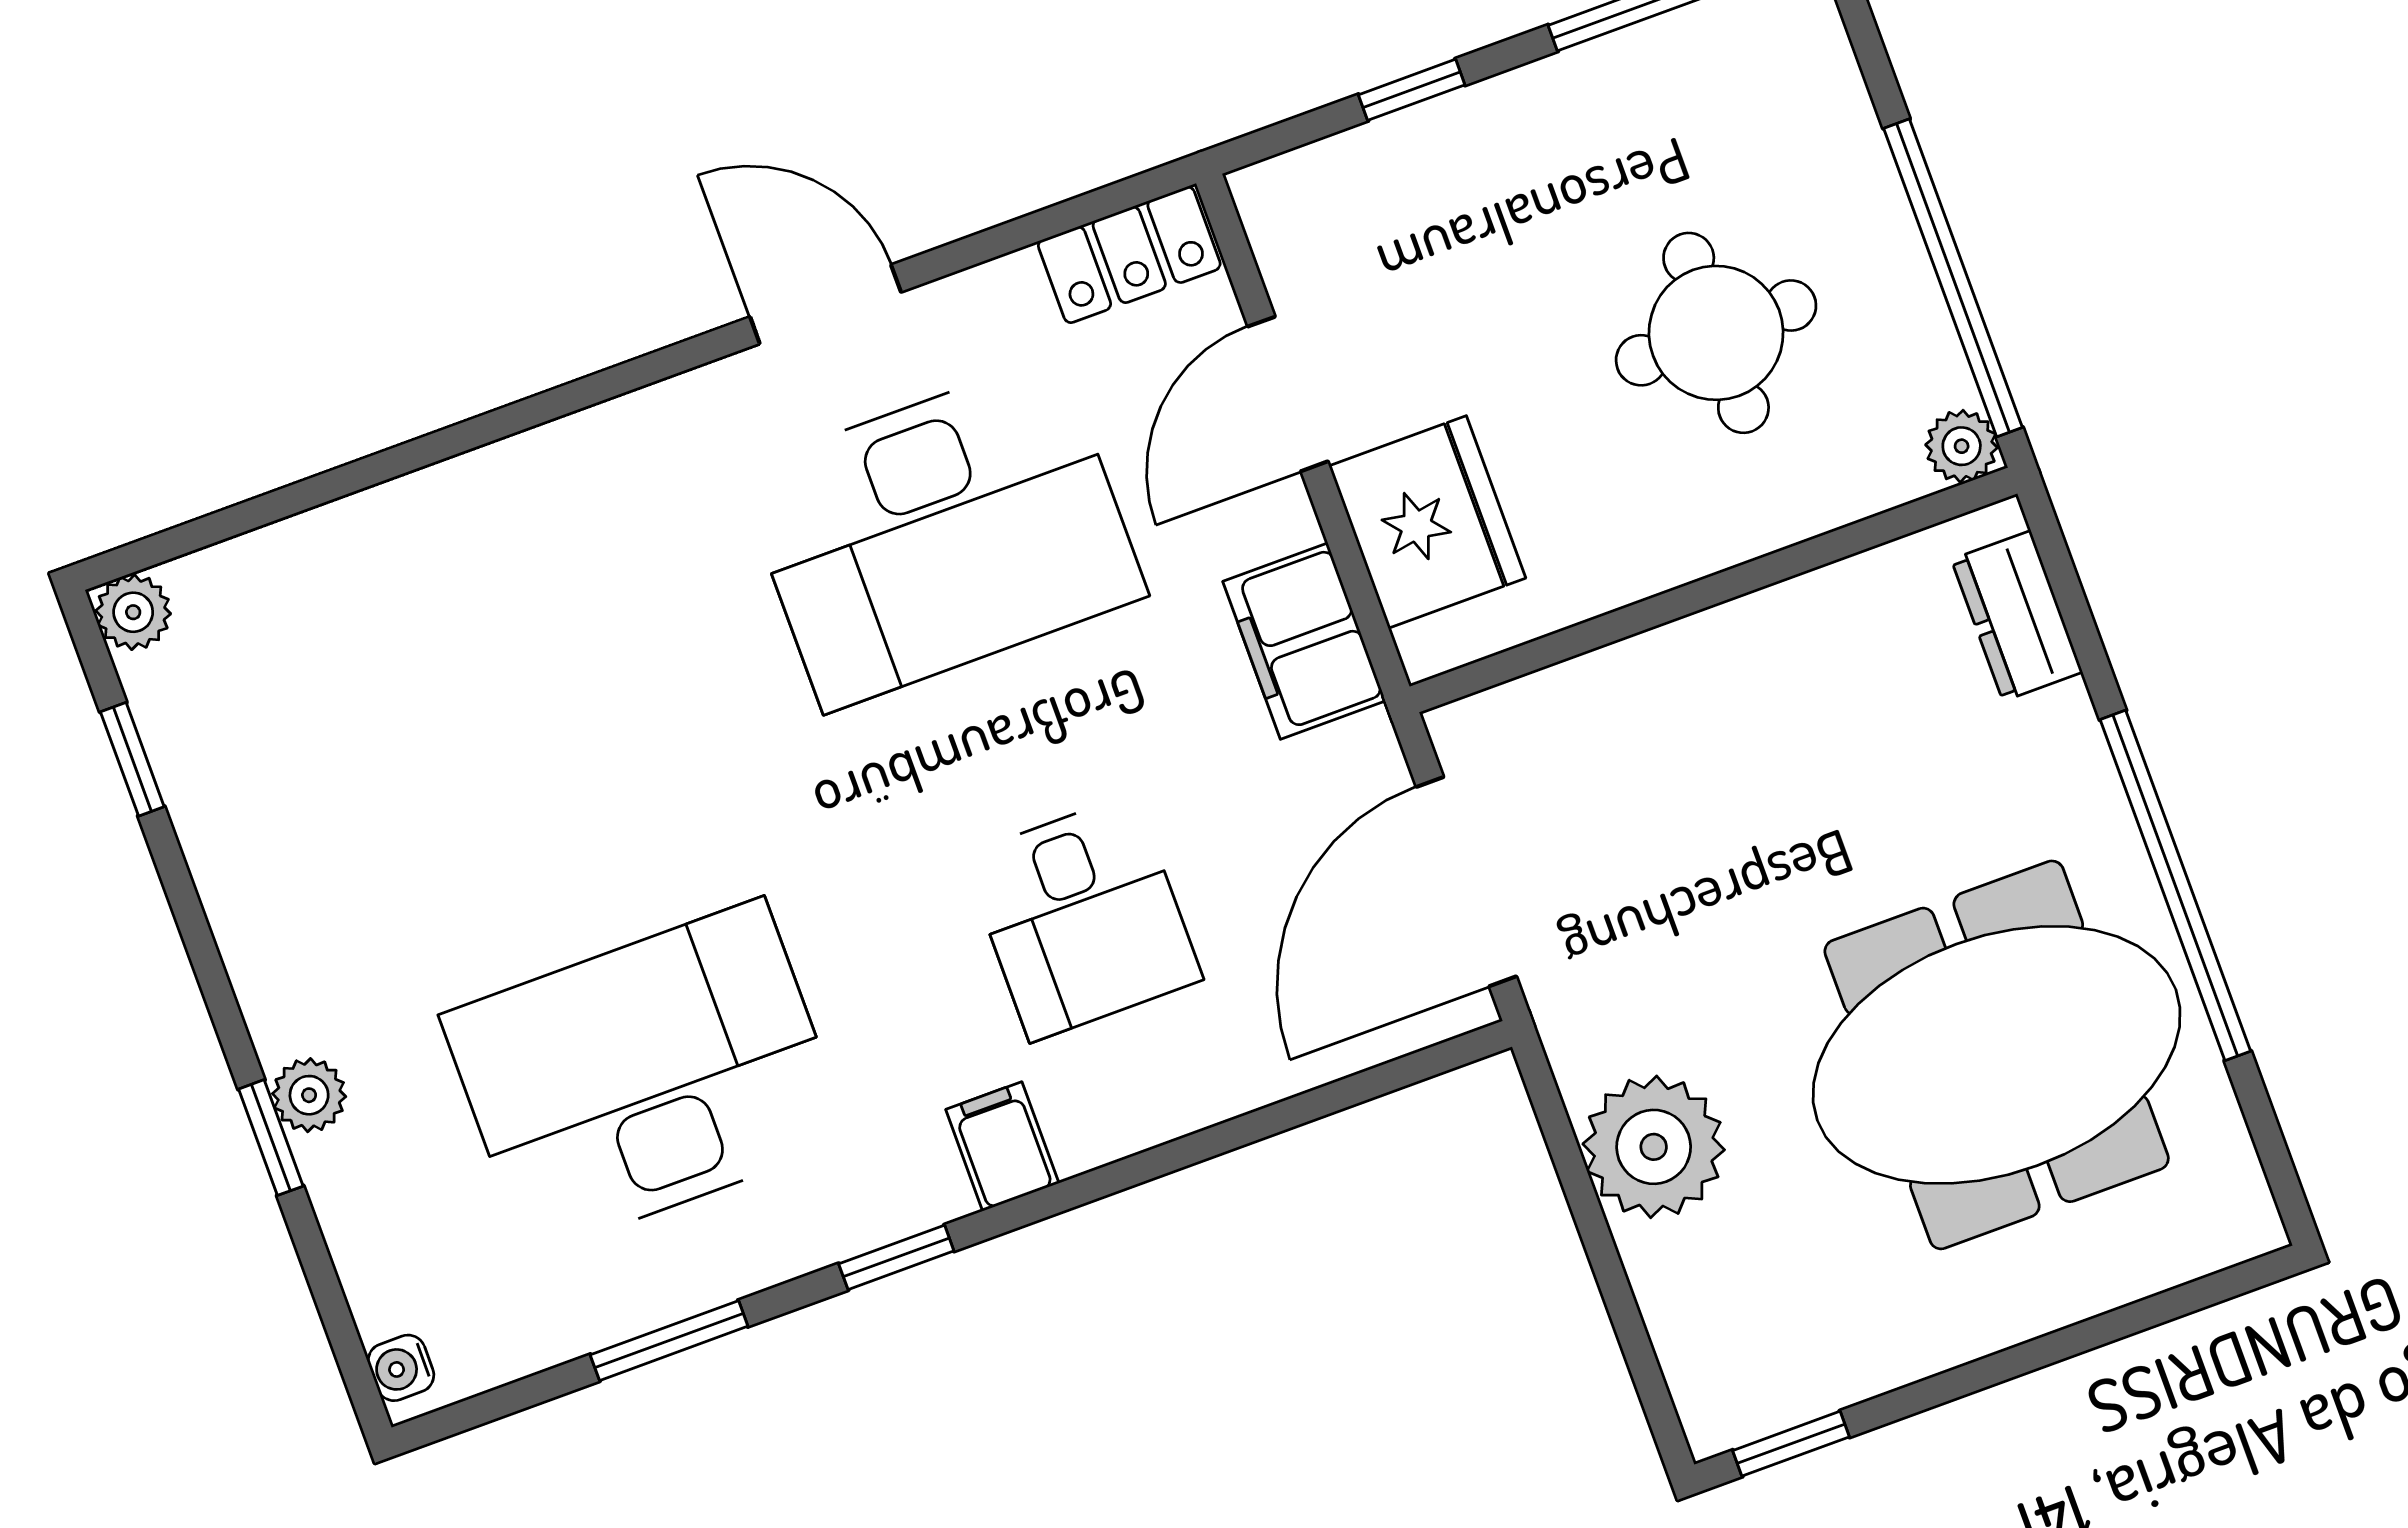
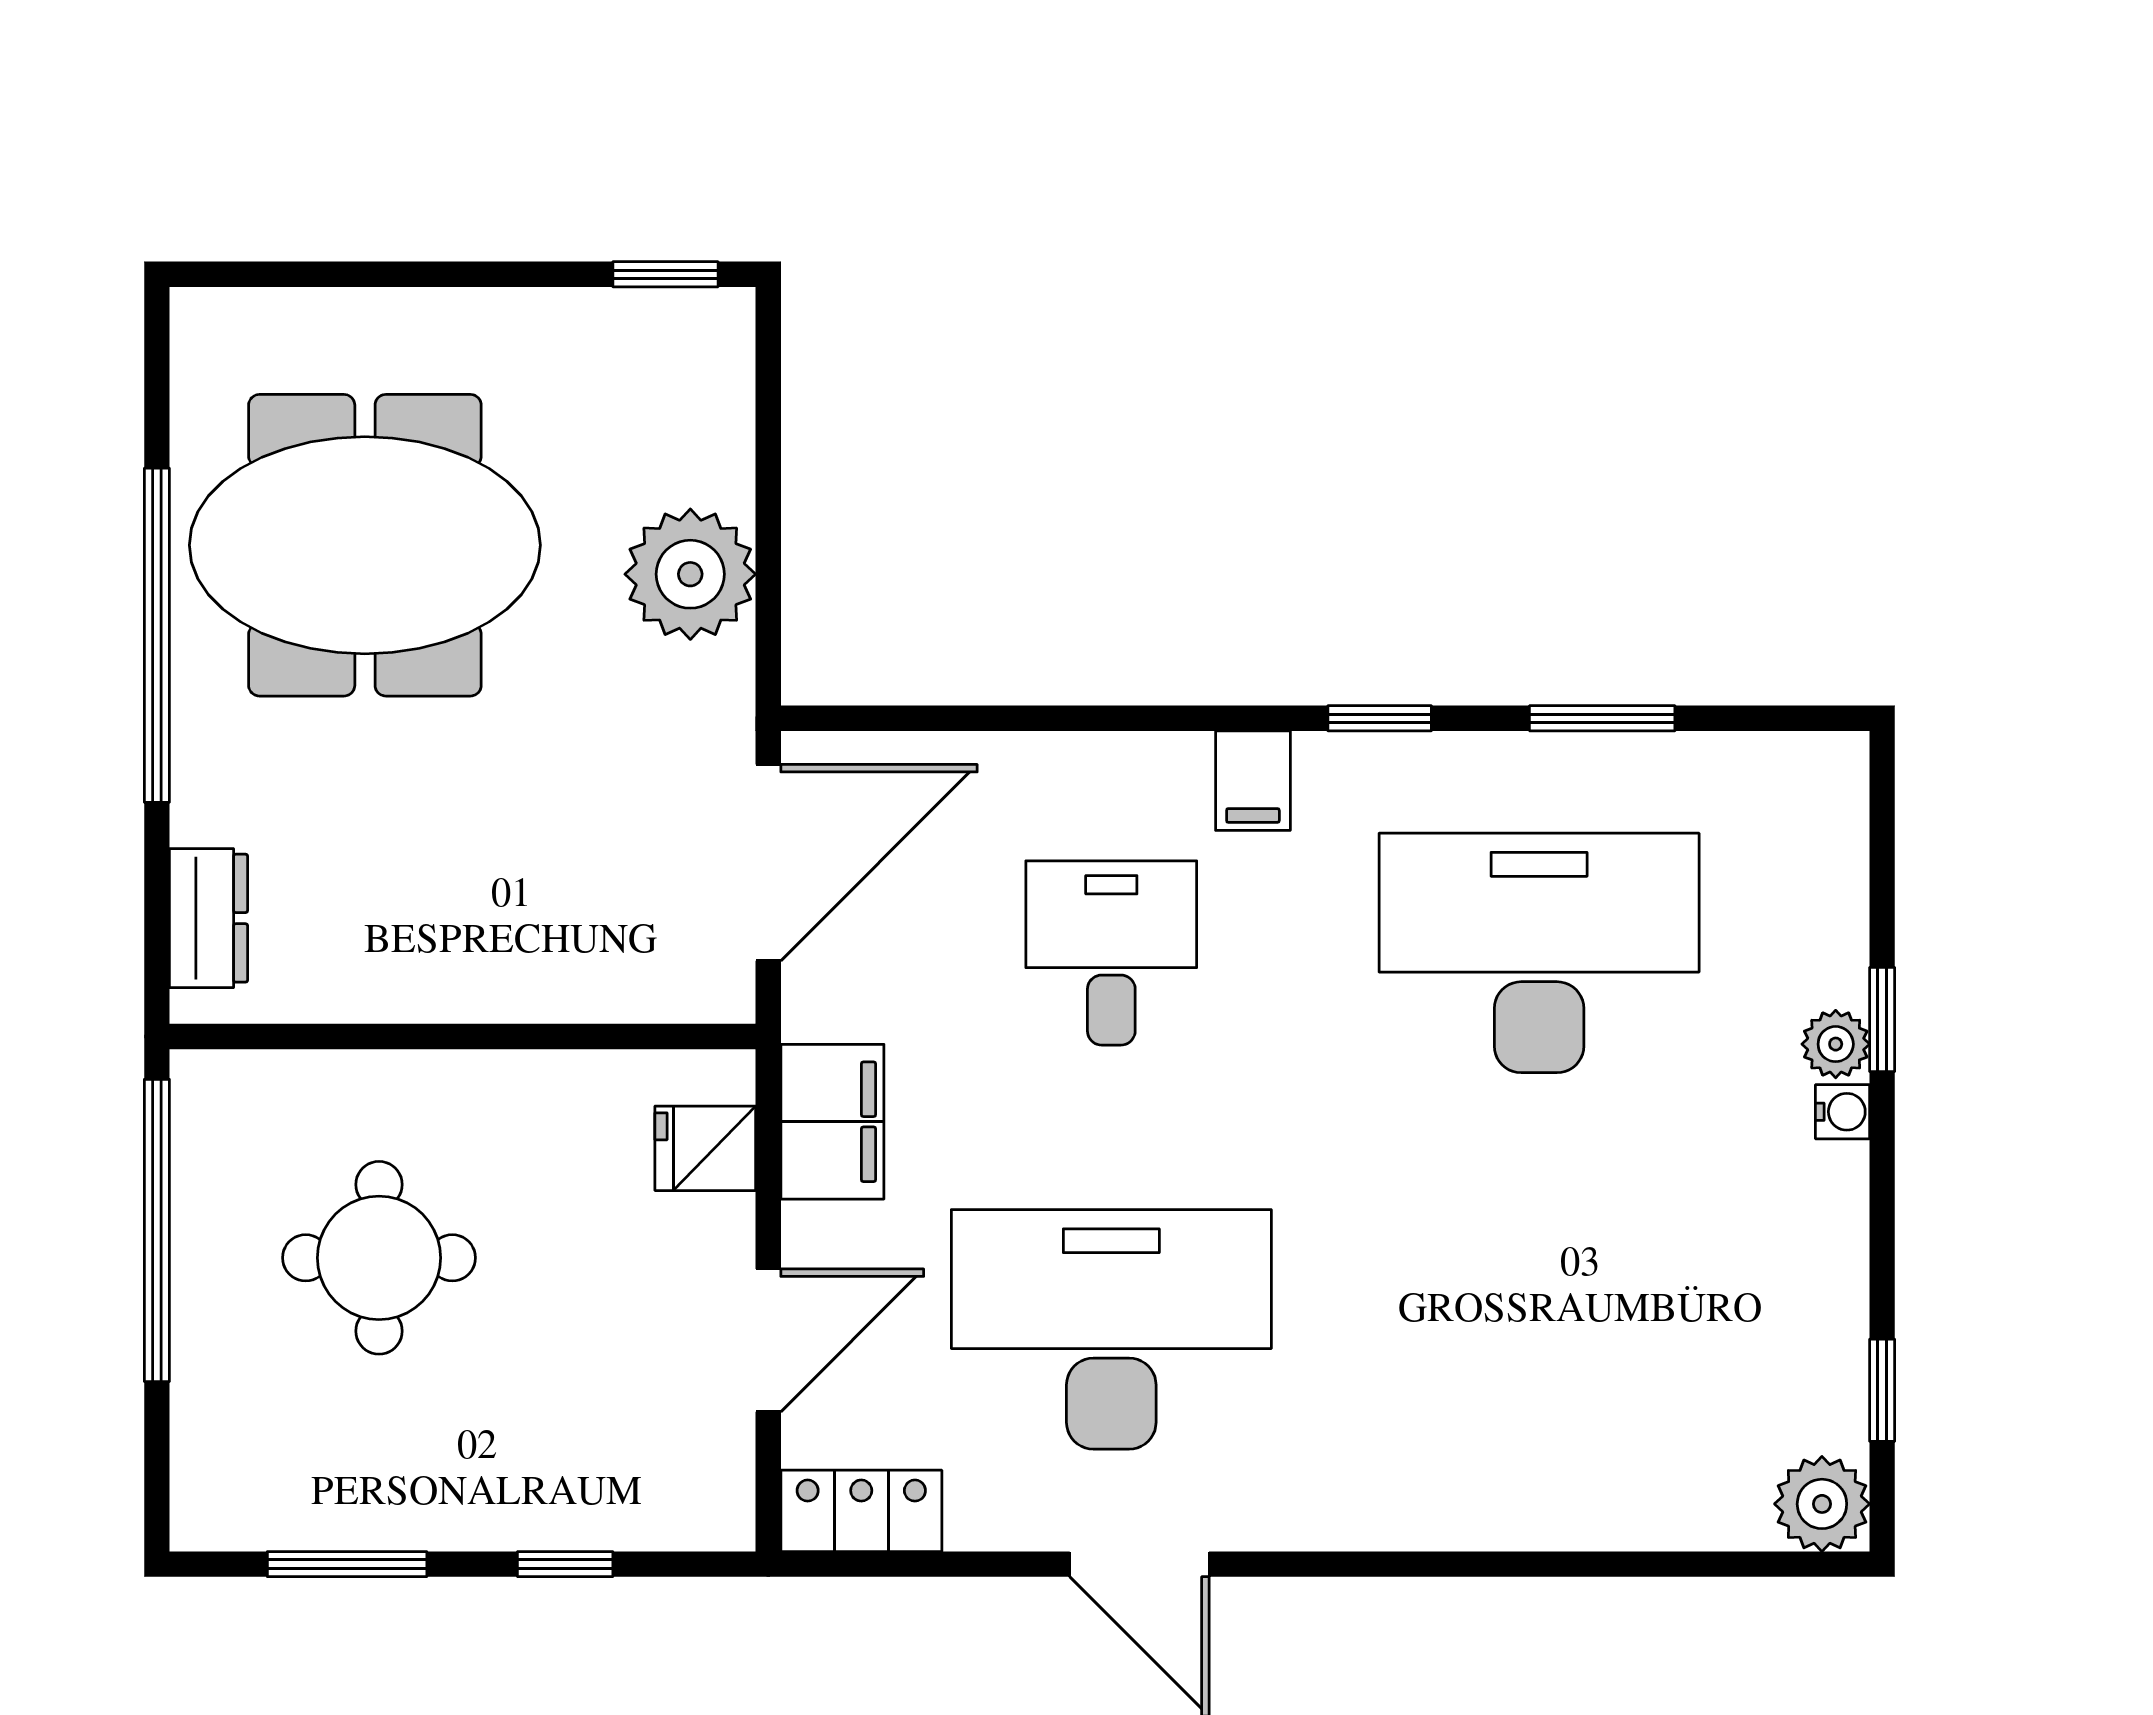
plant: (1962, 446) -> (203, 1082), removed
fridge: (1427, 522) -> (705, 1148), width x0.53, depth x0.75
plant: (133, 612) -> (1822, 1504), width x1.38, depth x1.38
desk: (646, 1077) -> (1539, 953), turned 180
water cooler: (401, 1368) -> (1842, 1112), moved

